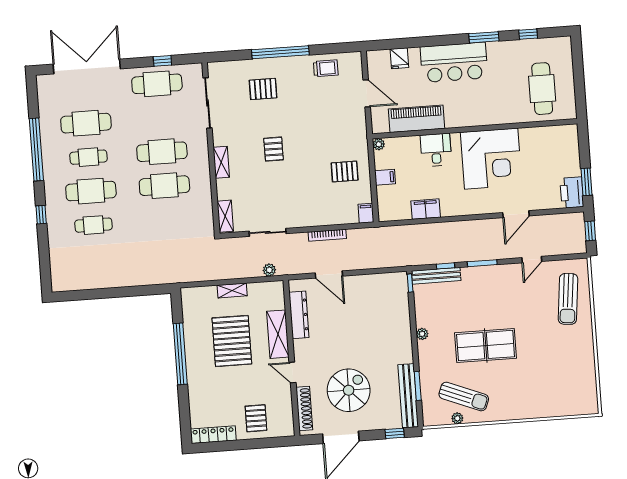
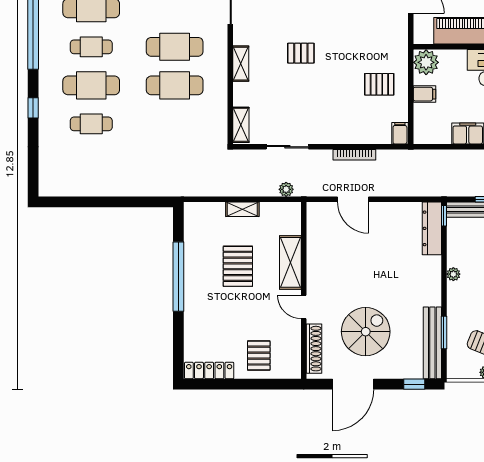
plant: (379, 144) -> (426, 62), width x1.88, depth x1.88
pallet: (274, 149) -> (301, 53), turned 90
dresser: (299, 315) -> (432, 228), moved, turned 180
pallet: (232, 341) -> (238, 266), width x0.73, depth x0.71

